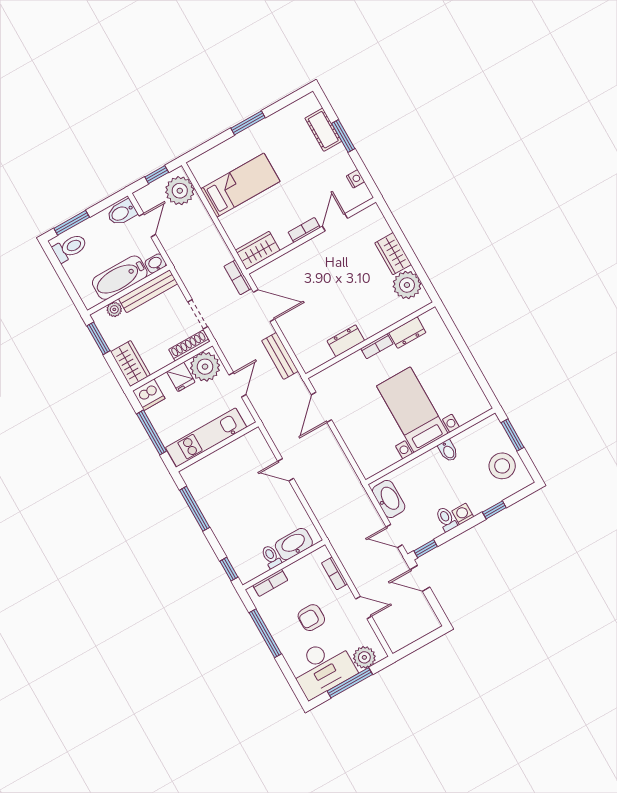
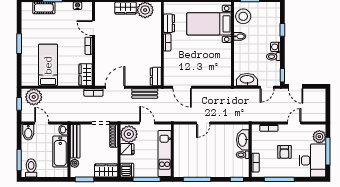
dresser: (346, 341) -> (156, 77), moved
bed with nightstands: (412, 410) -> (209, 24), moved
stool: (502, 466) -> (243, 16), moved
door: (420, 578) -> (296, 86), hinge flipped

